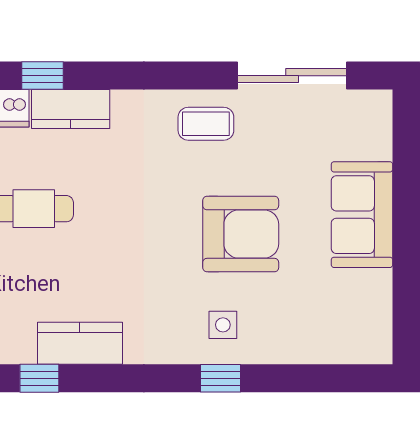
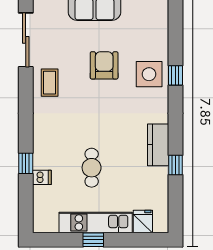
kitchen counter: (71, 109) -> (42, 149), removed
armchair: (241, 234) -> (104, 65), width x0.73, depth x0.73
side table: (223, 325) -> (149, 74), width x1.87, depth x1.87

